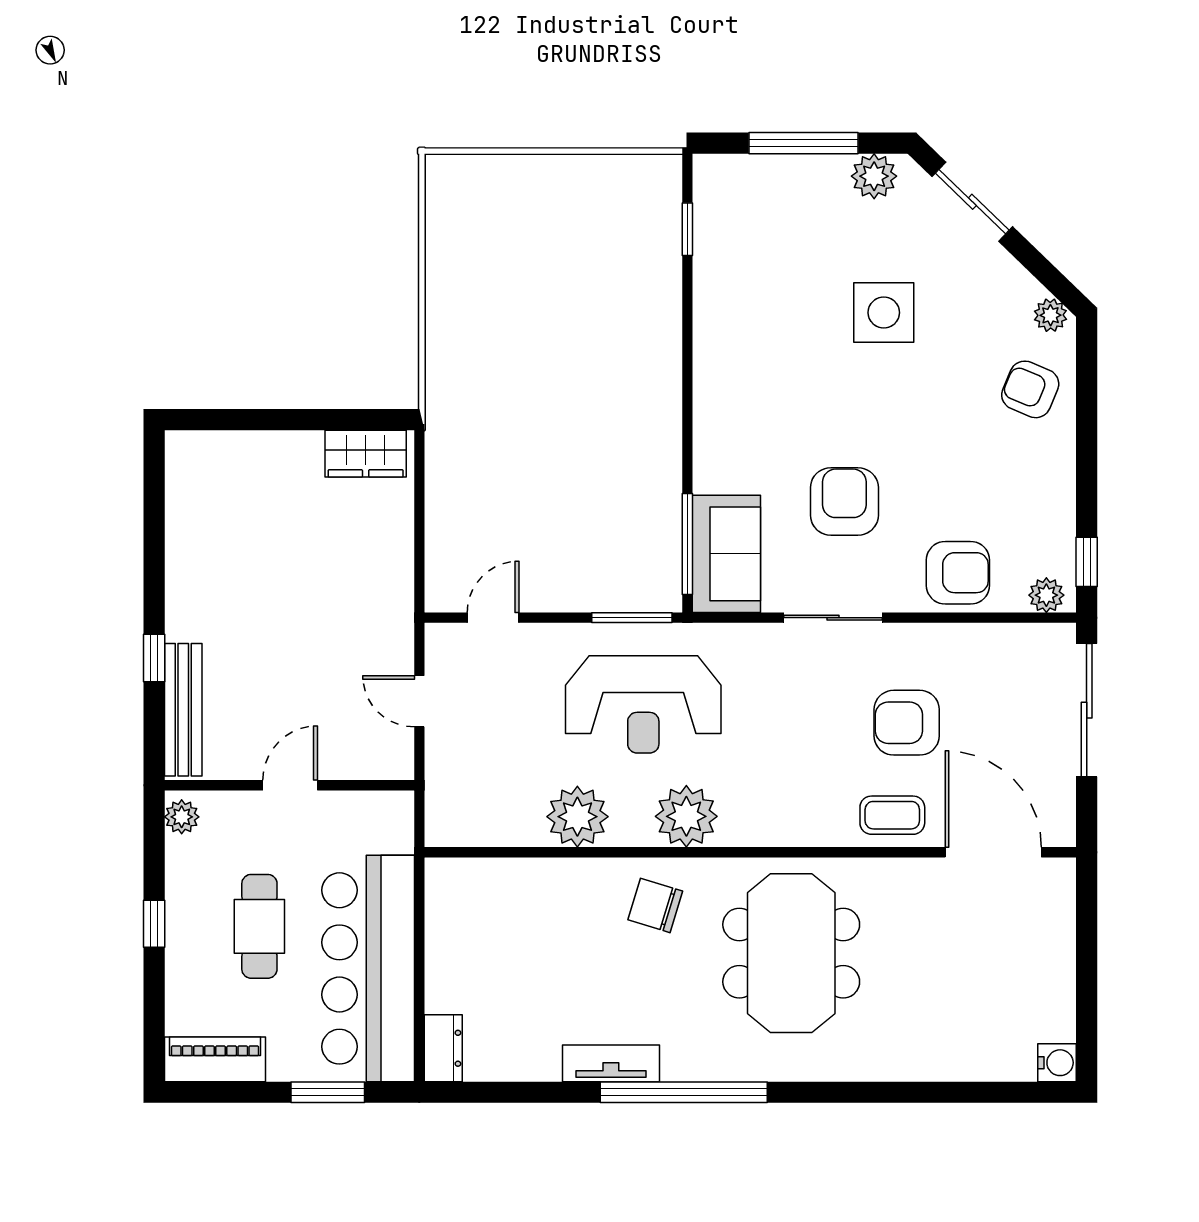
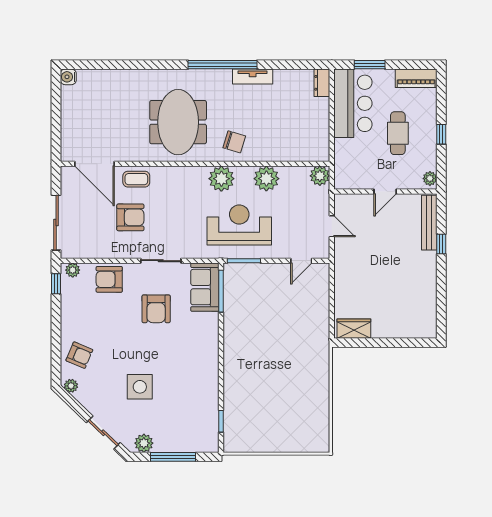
plant: (448, 823) -> (320, 176), added
bar counter: (368, 968) -> (353, 103), width x0.73

